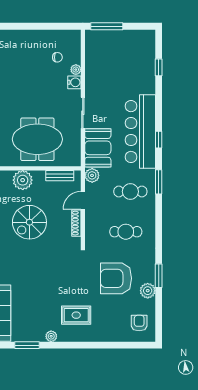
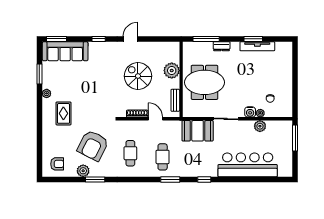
window: (159, 67) -> (262, 180), removed
bar counter: (140, 132) -> (248, 165), moved
meeting table: (37, 139) -> (204, 82), turned 90
plant: (92, 175) -> (260, 126), moved
armchair: (116, 278) -> (93, 145), turned -153

